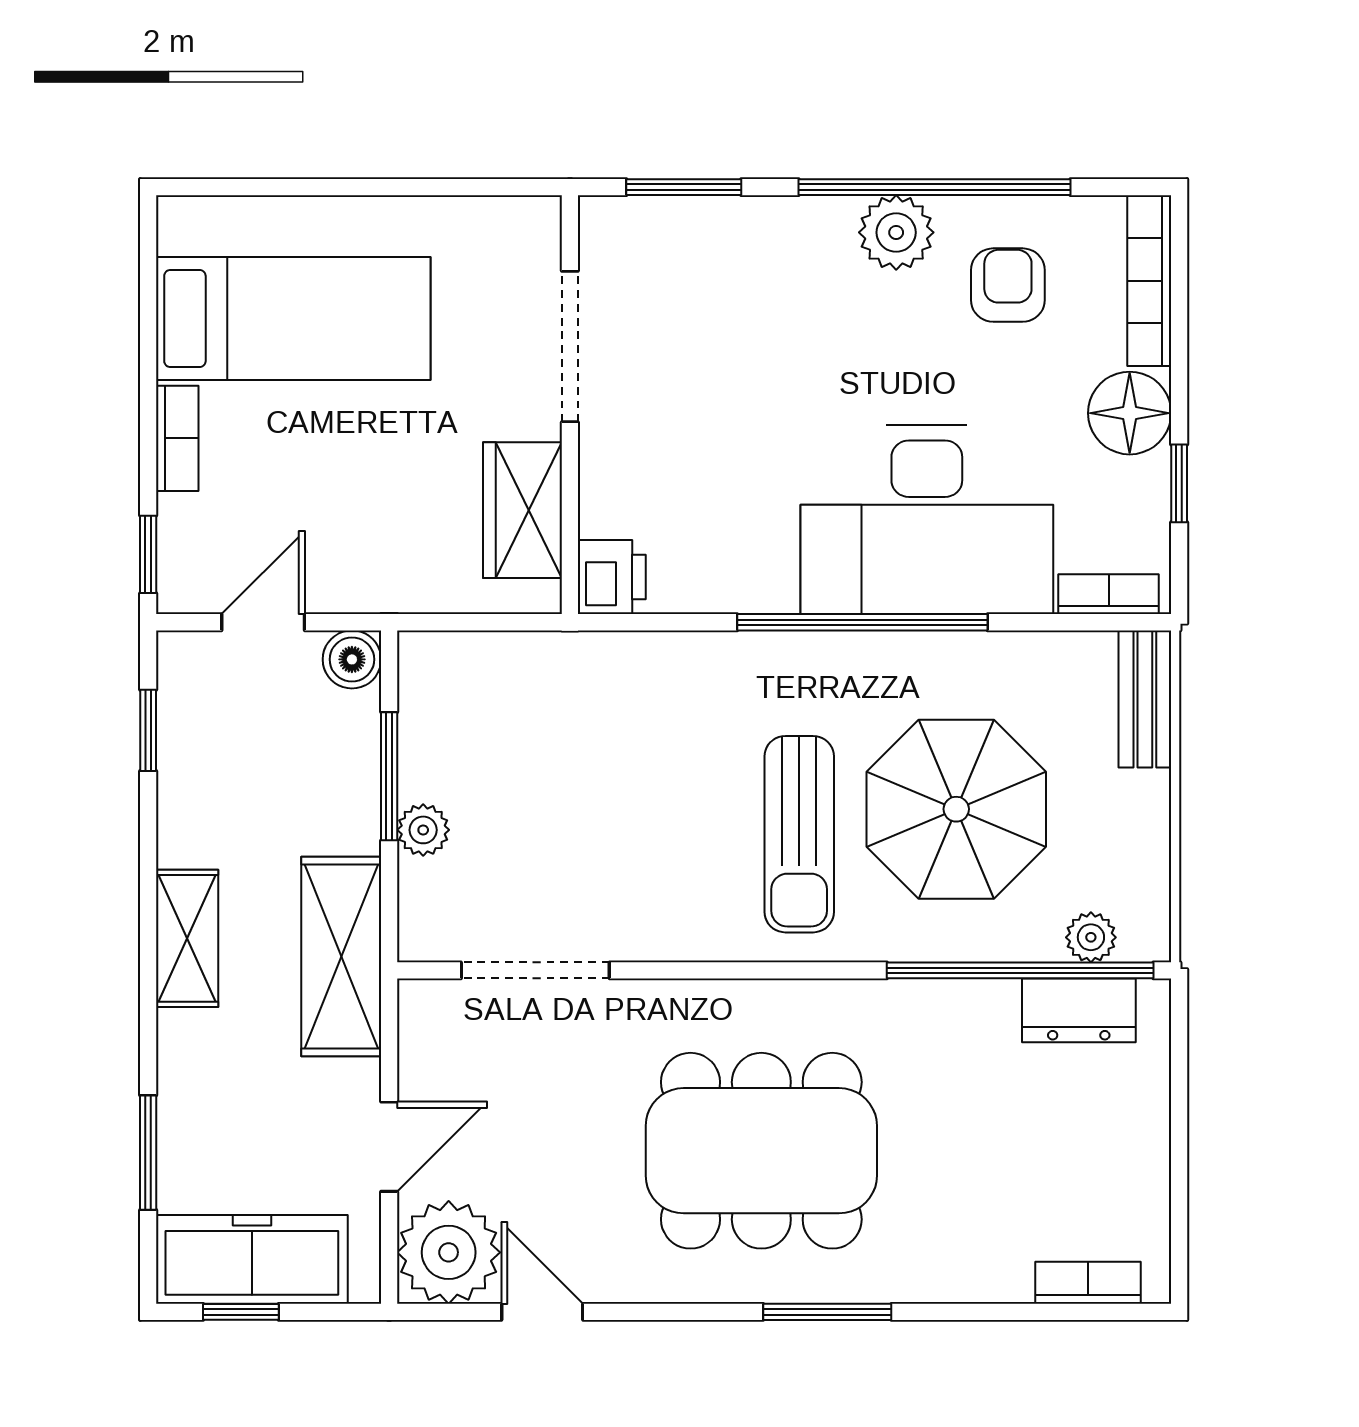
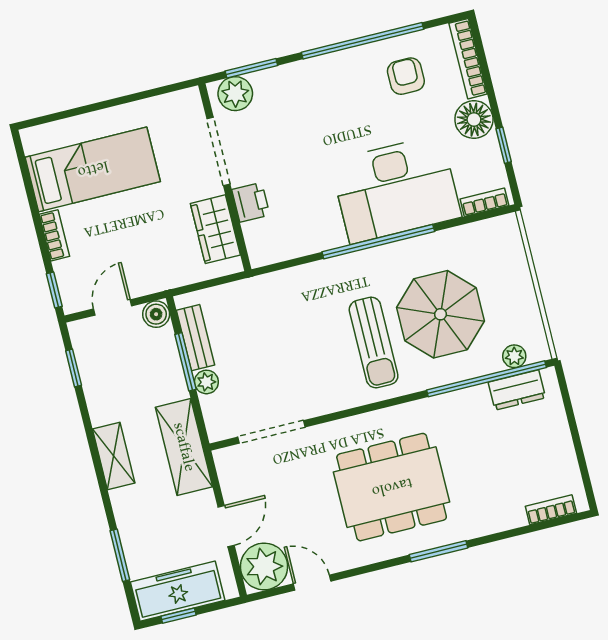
plant: (896, 232) -> (235, 94), moved
printer: (612, 577) -> (251, 202), moved
bench: (1145, 699) -> (196, 338), moved

